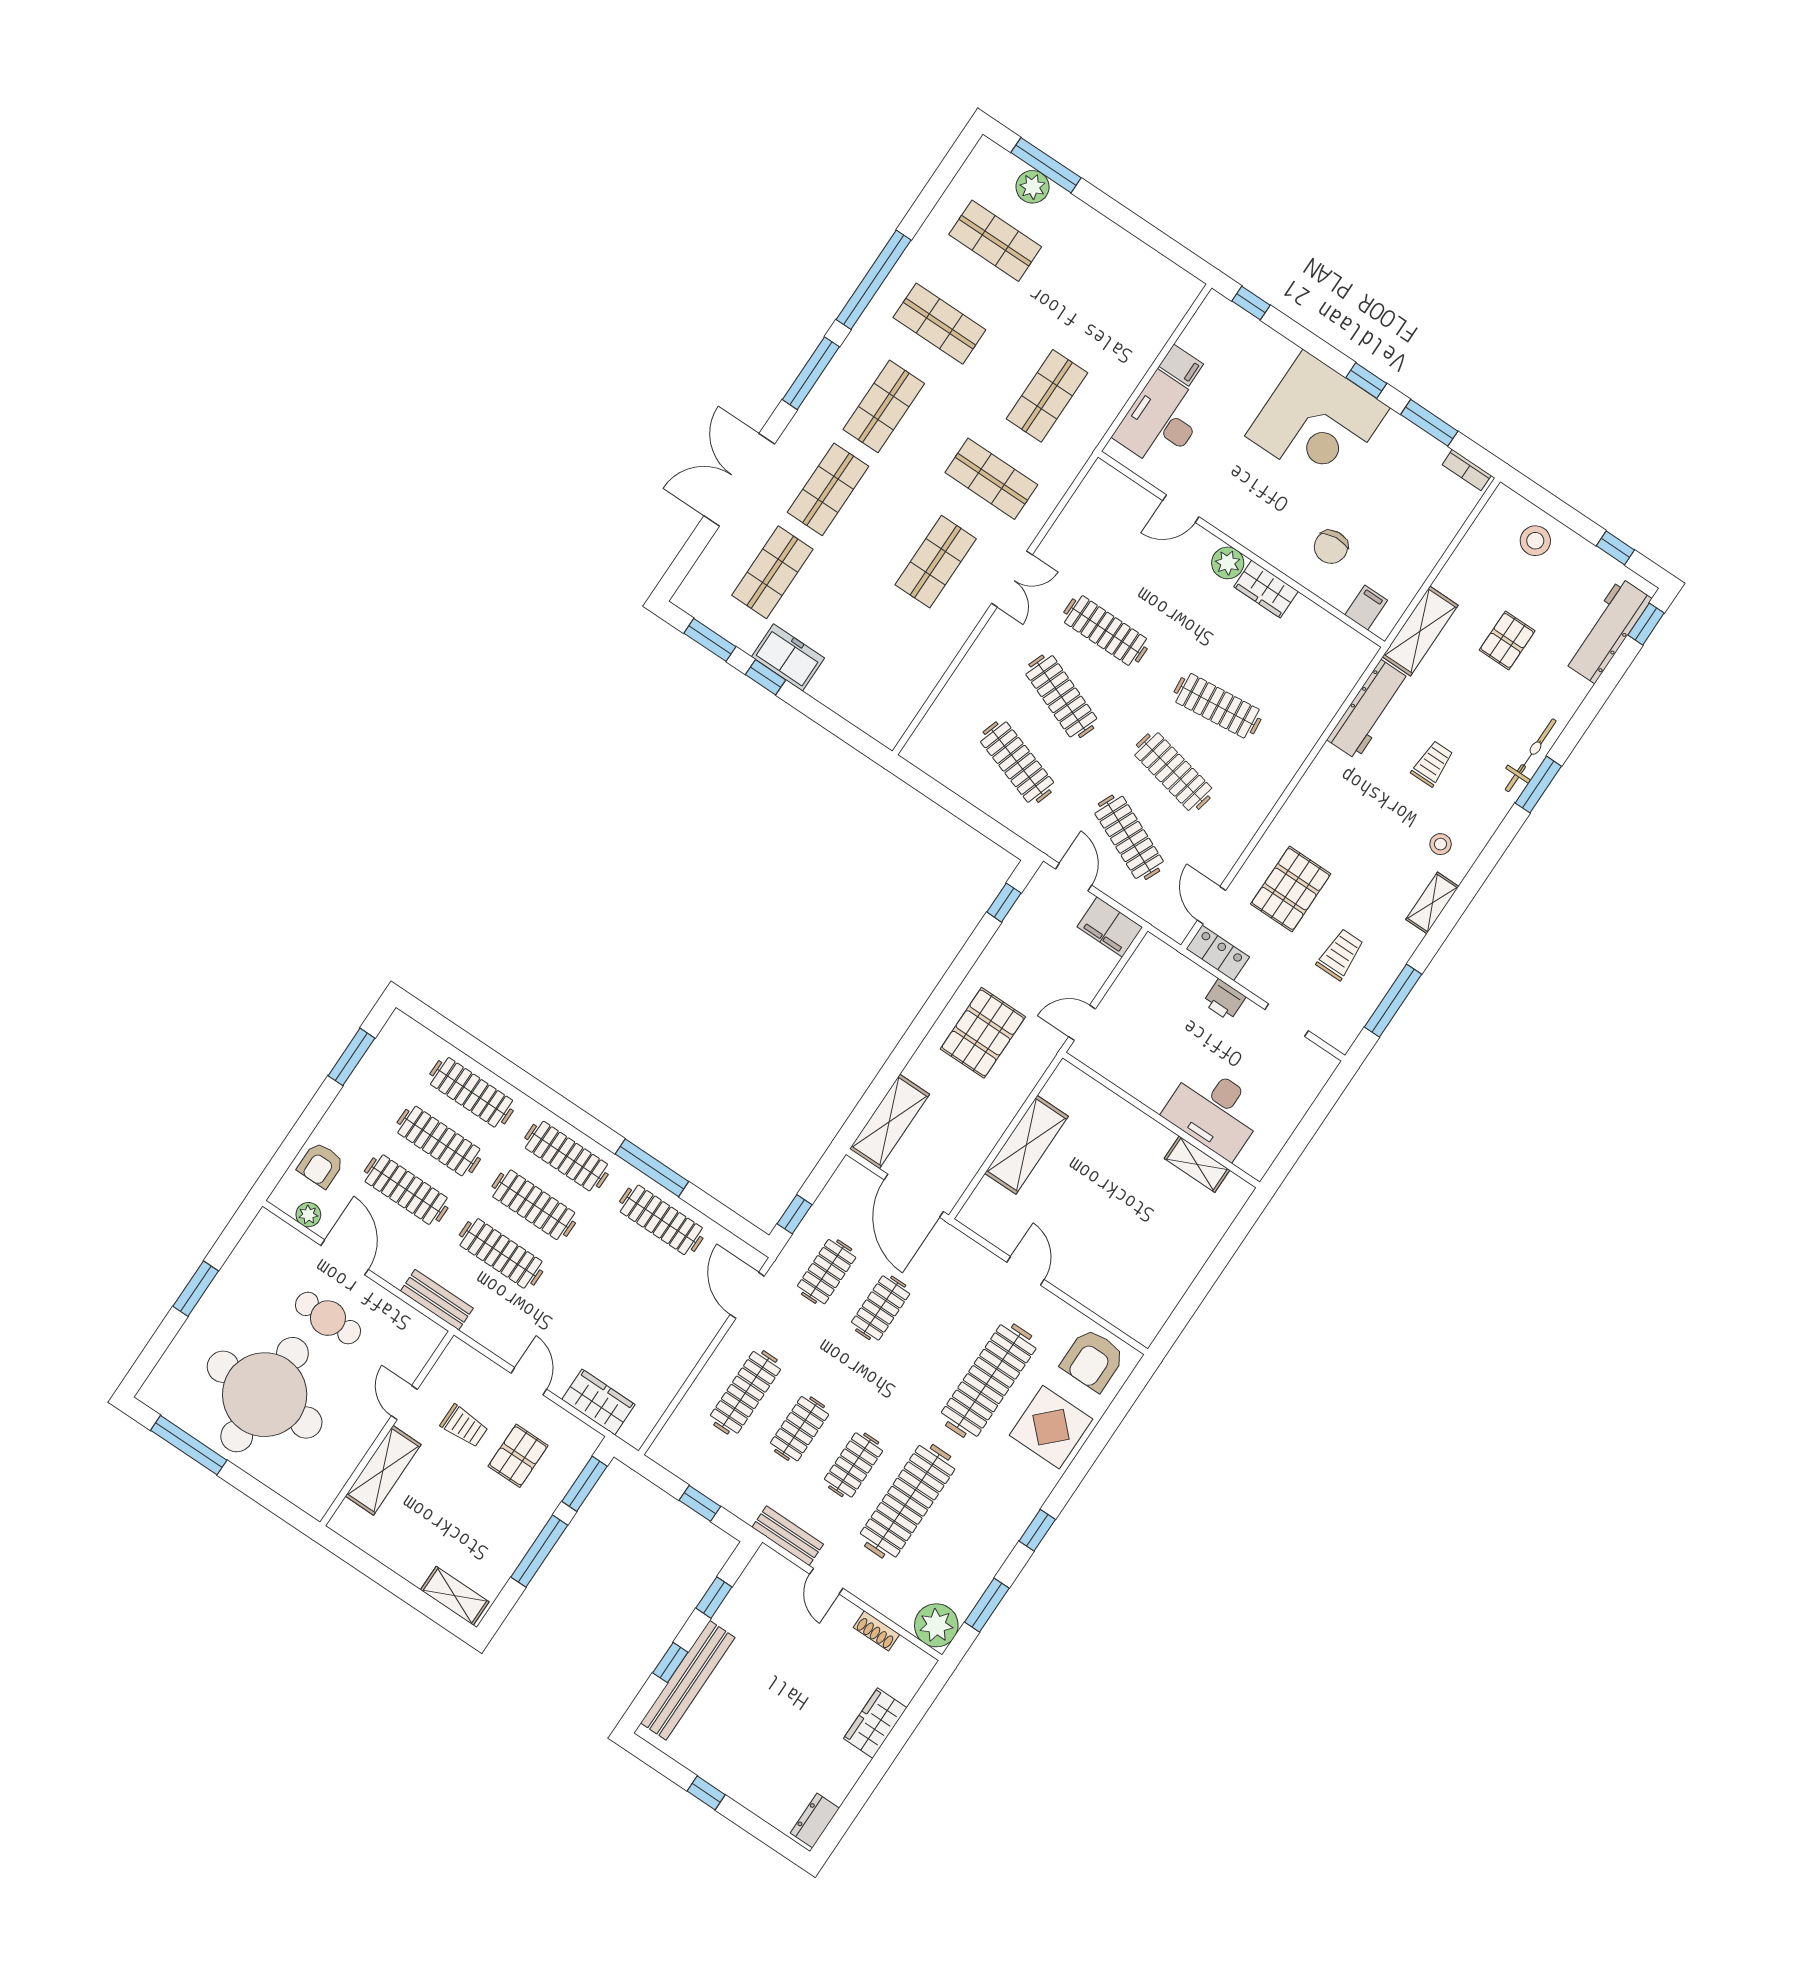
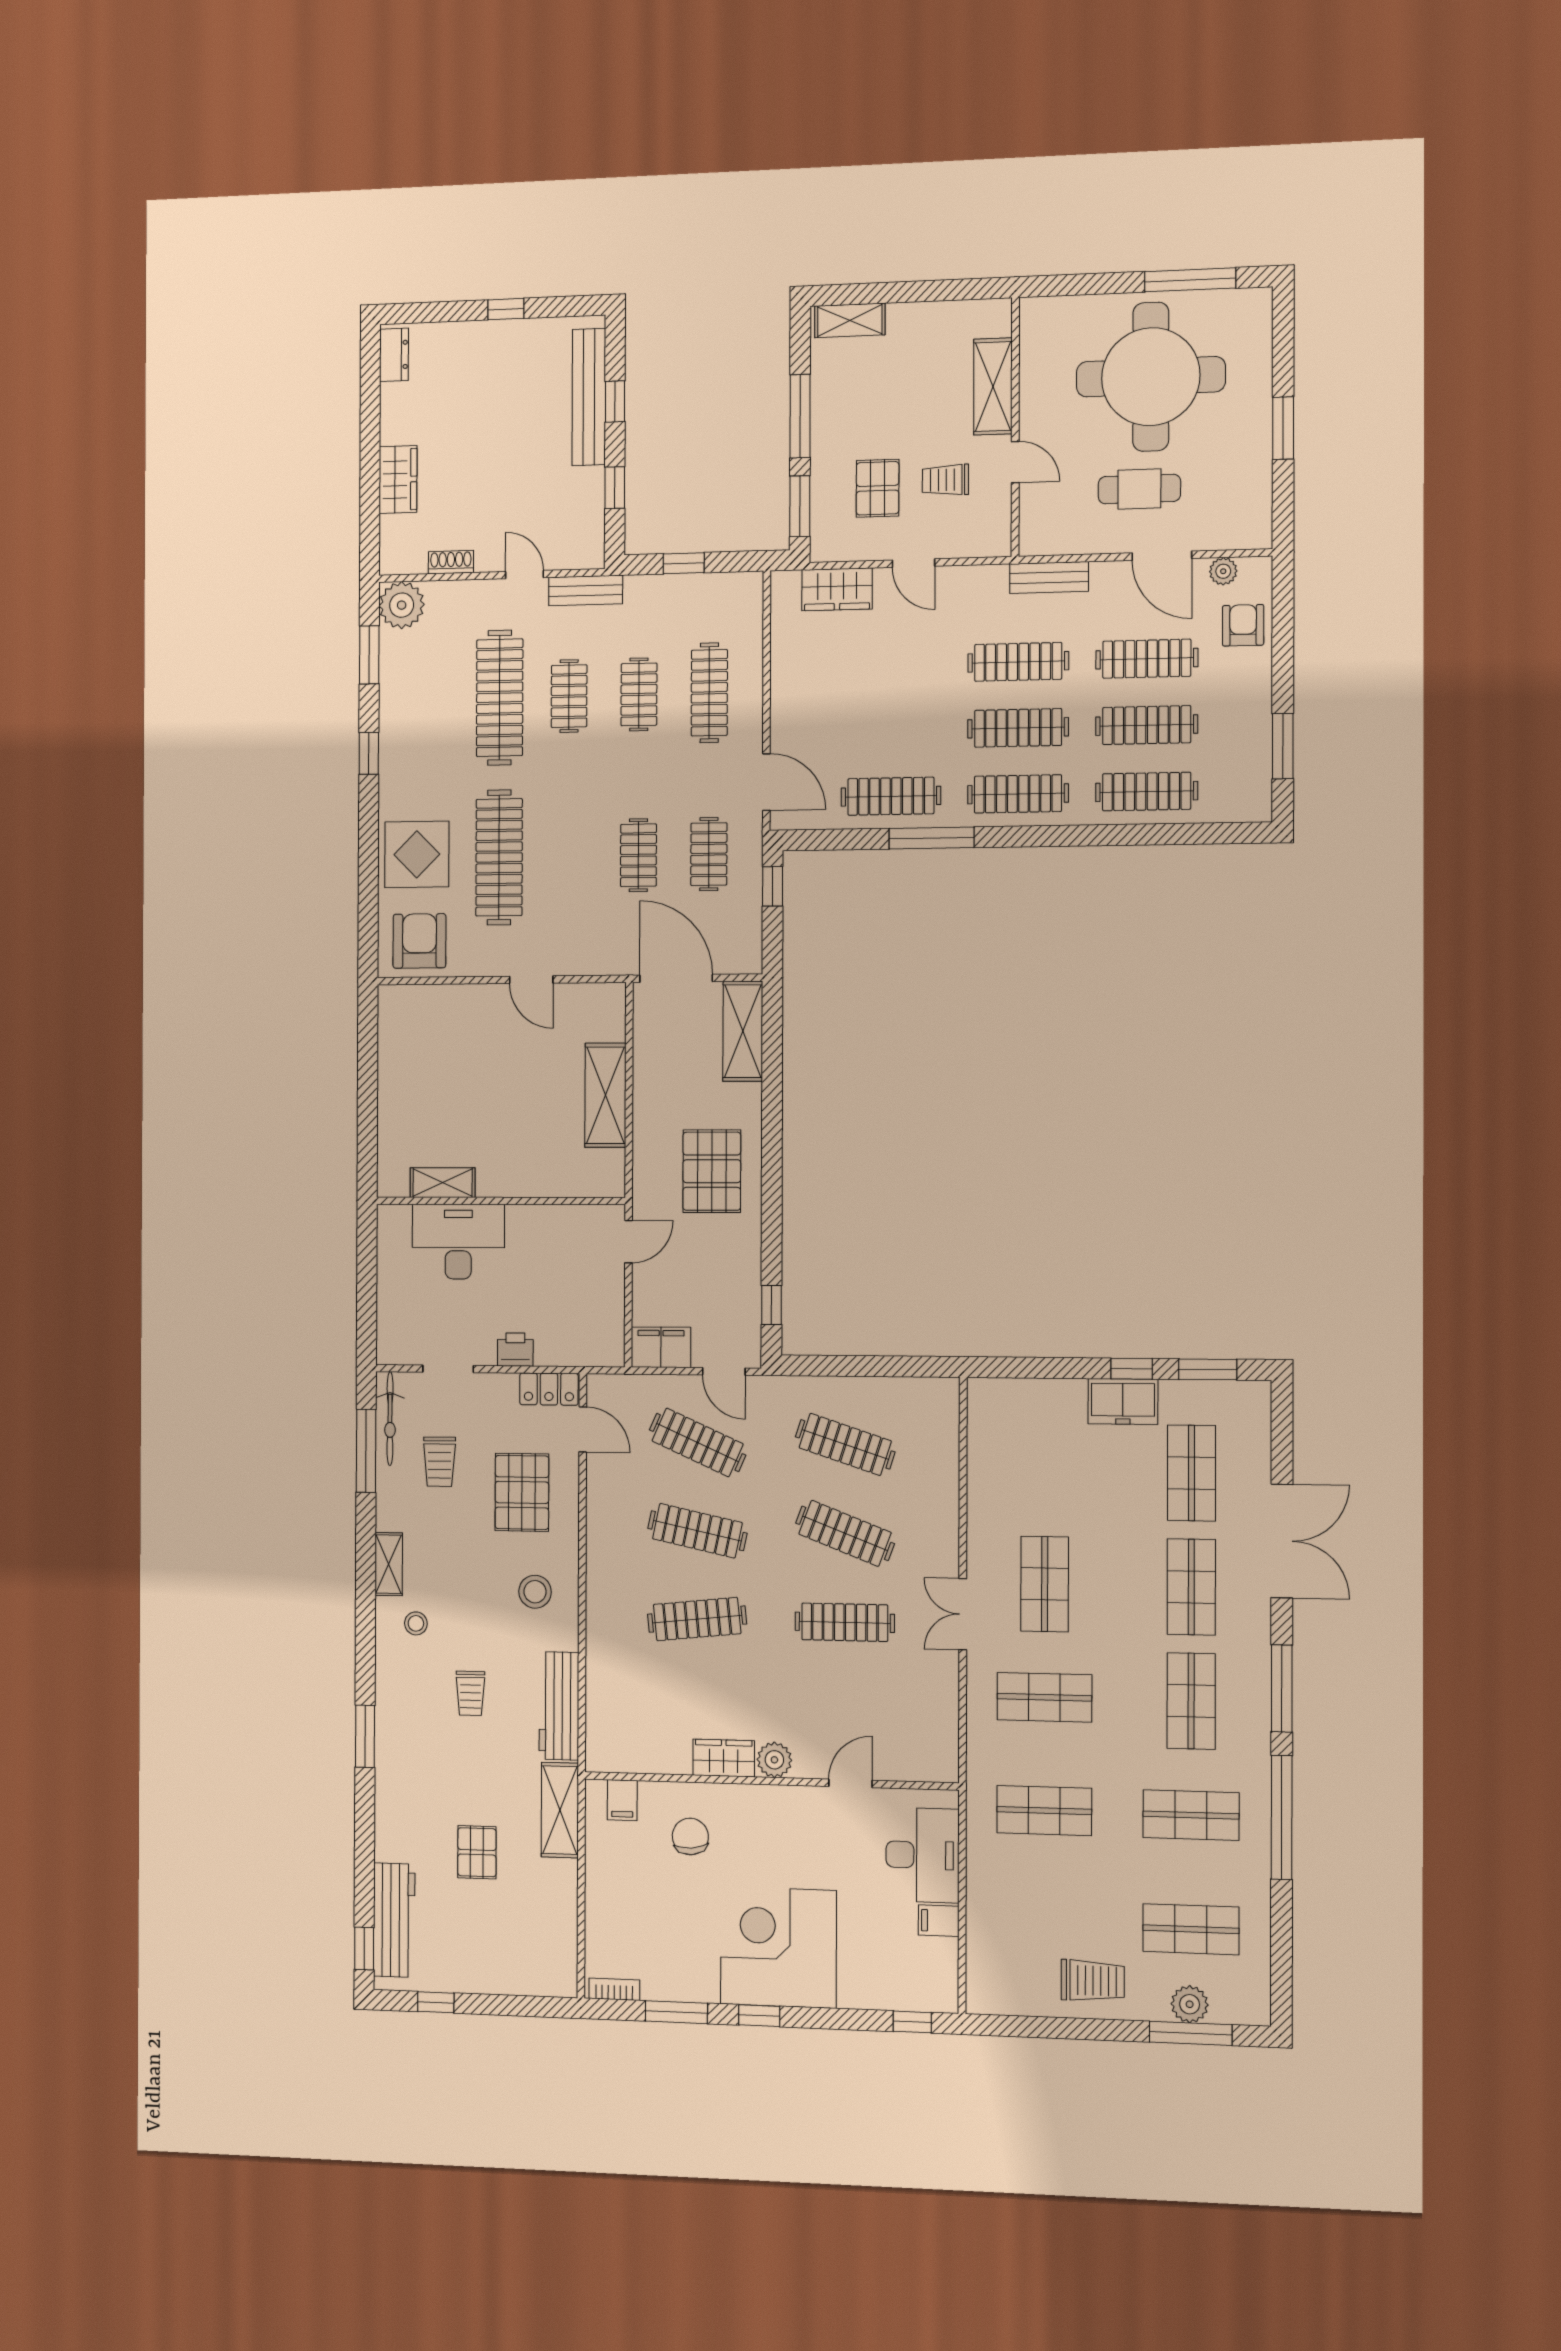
trolley: (1094, 249) -> (1093, 1981), added
shop shelf: (1047, 396) -> (1044, 1811), turned 90
stool: (1535, 541) -> (535, 1592), moved
bicycle: (1531, 755) -> (390, 1419), moved

